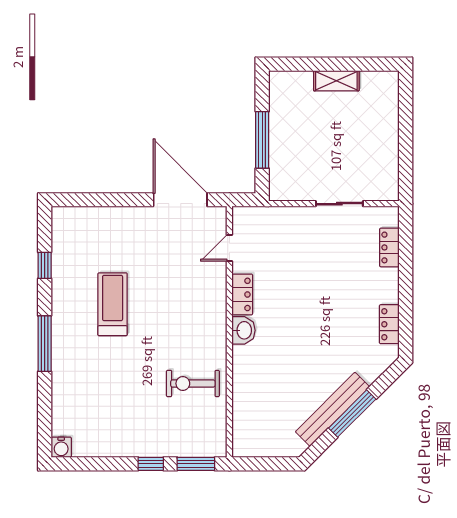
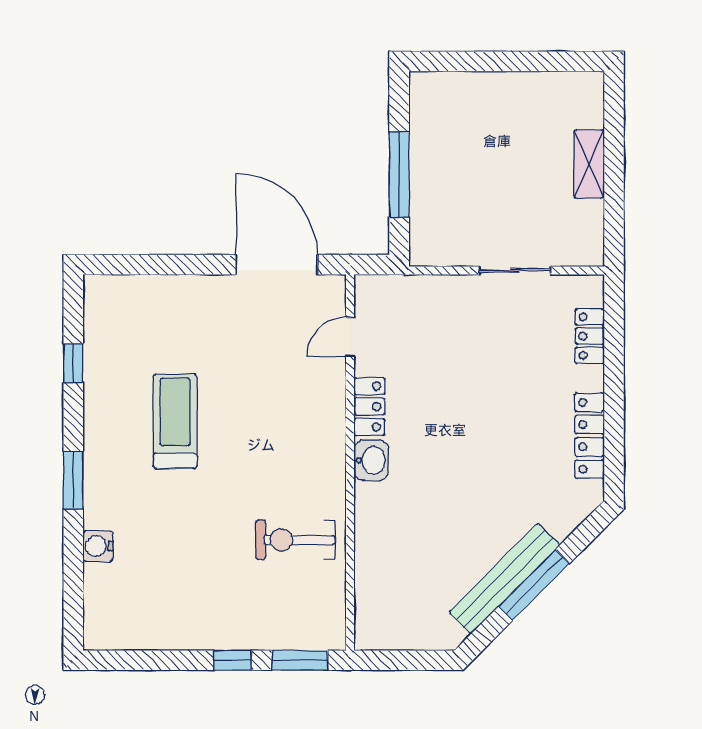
shelving: (336, 81) -> (589, 164), moved, turned 90
locker: (389, 324) -> (590, 436), width x1.53
window: (45, 344) -> (73, 480), width x0.69
water cooler: (61, 447) -> (98, 546), moved, turned 90

